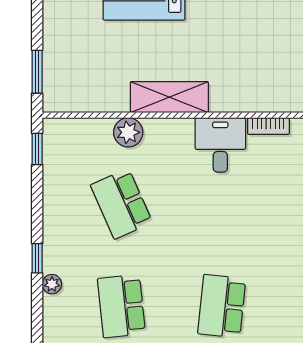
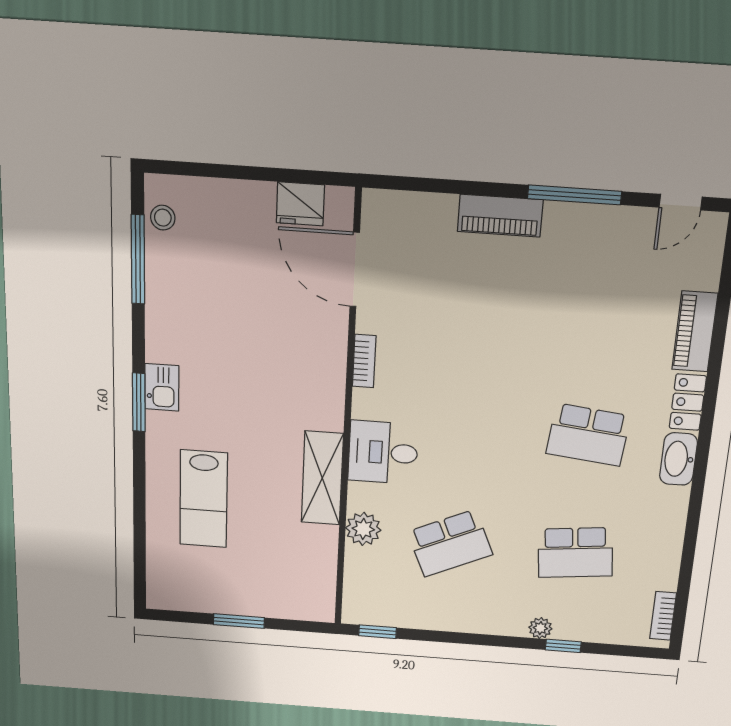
window: (37, 72) -> (239, 621), moved
desk: (220, 145) -> (383, 452), moved
window: (37, 258) -> (563, 646), moved

